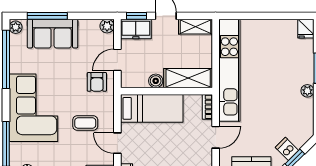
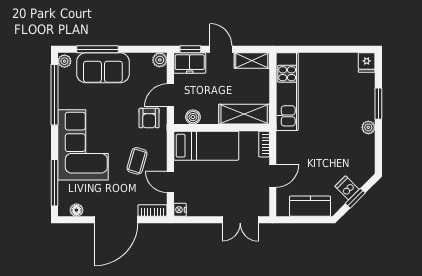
kitchen unit: (229, 70) -> (287, 92), width x0.73
boiler: (156, 81) -> (193, 117), moved
coffee table: (85, 123) -> (137, 161), turned -74

